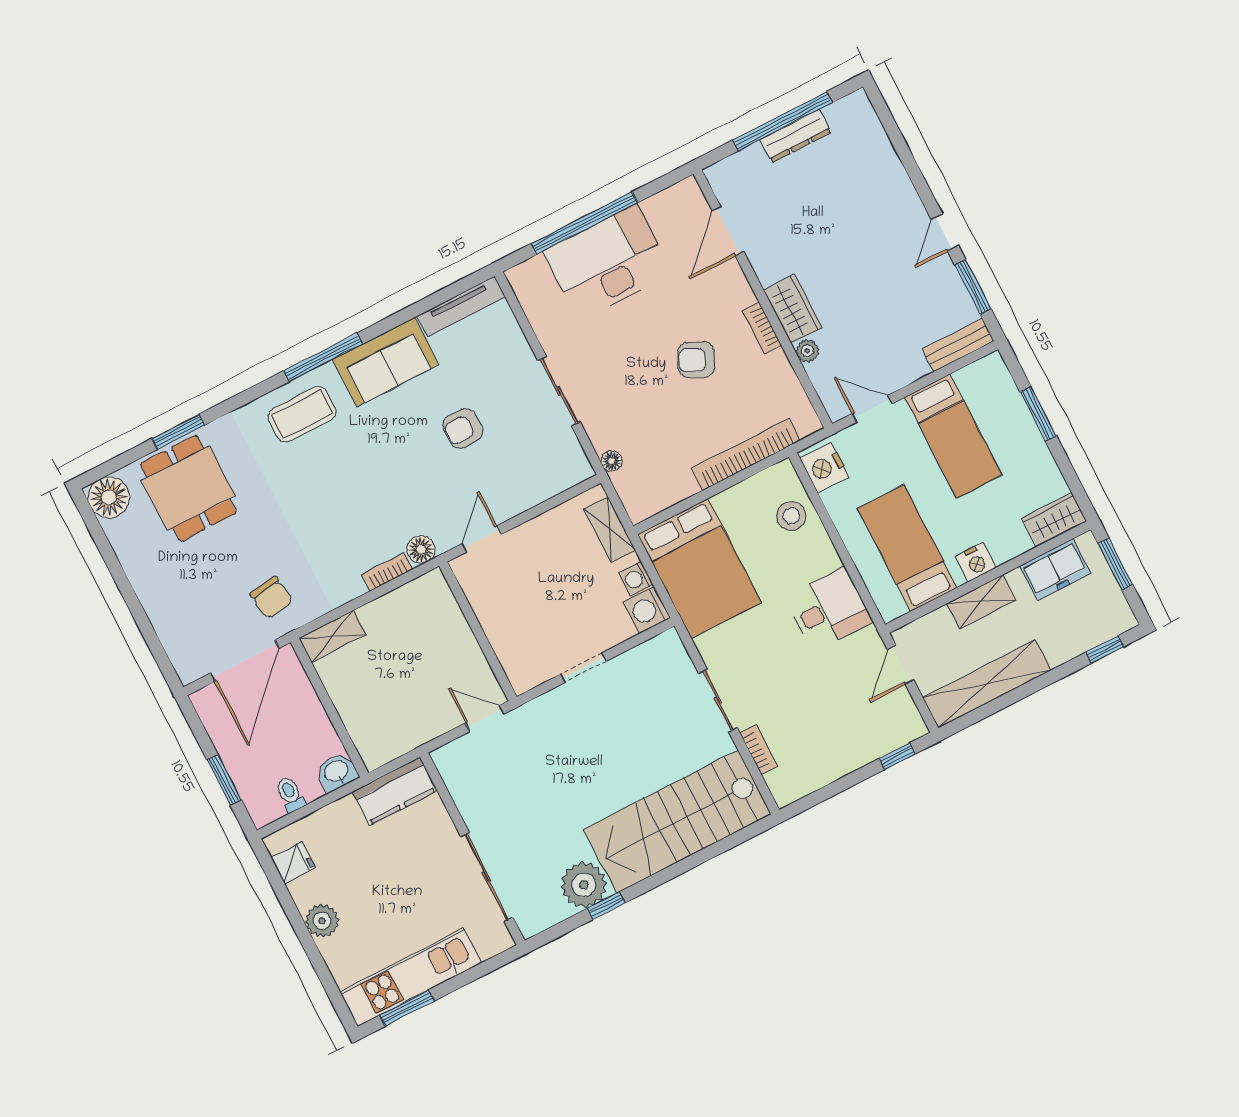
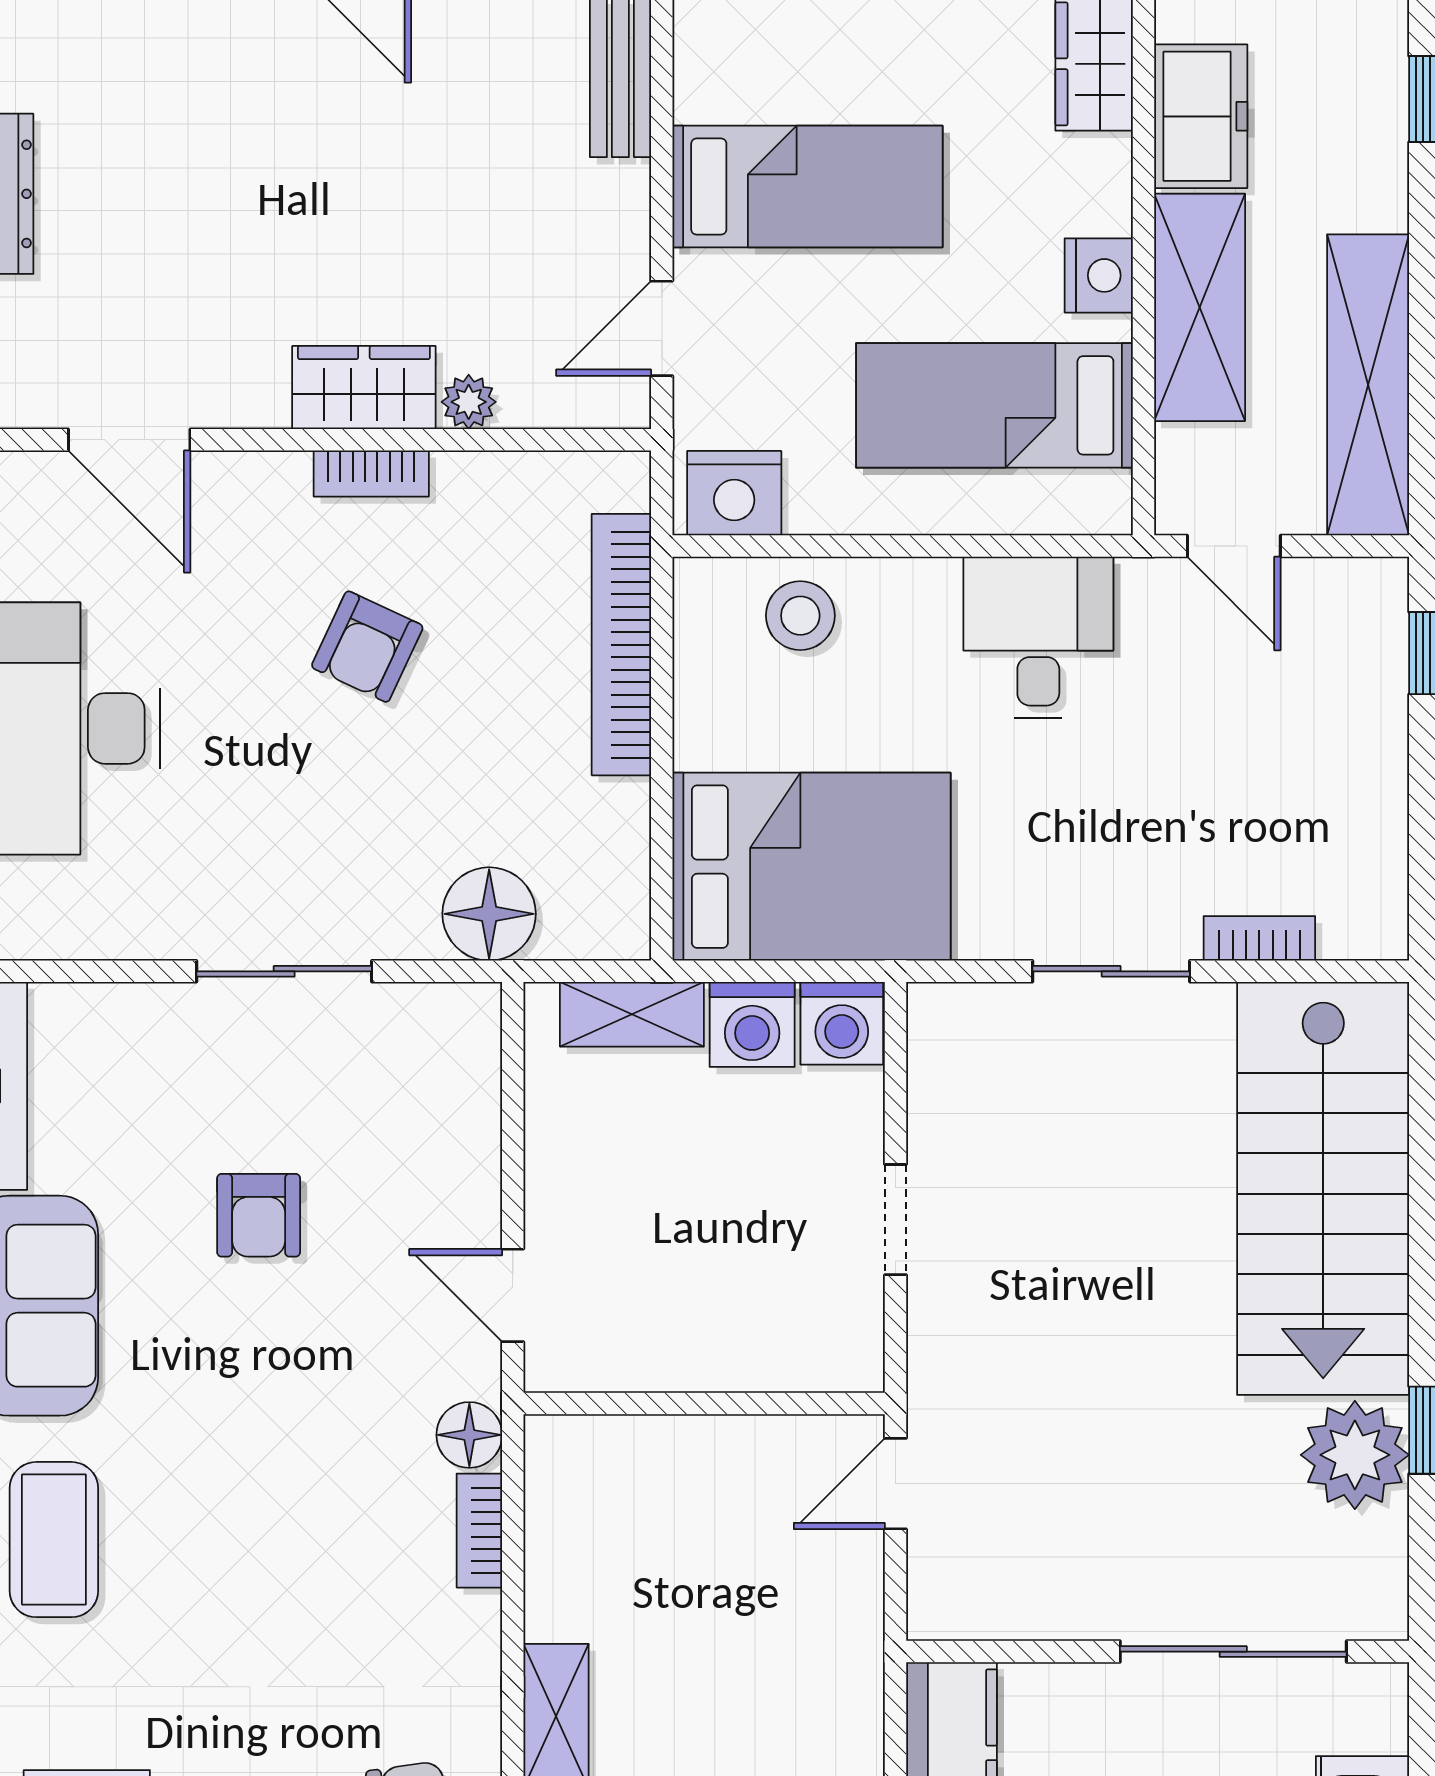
floor lamp: (612, 461) -> (489, 914), width x1.89, depth x1.89
washing machine: (636, 579) -> (752, 1024), width x1.38, depth x1.38
shelving: (981, 602) -> (1200, 307), width x1.50, depth x1.33

